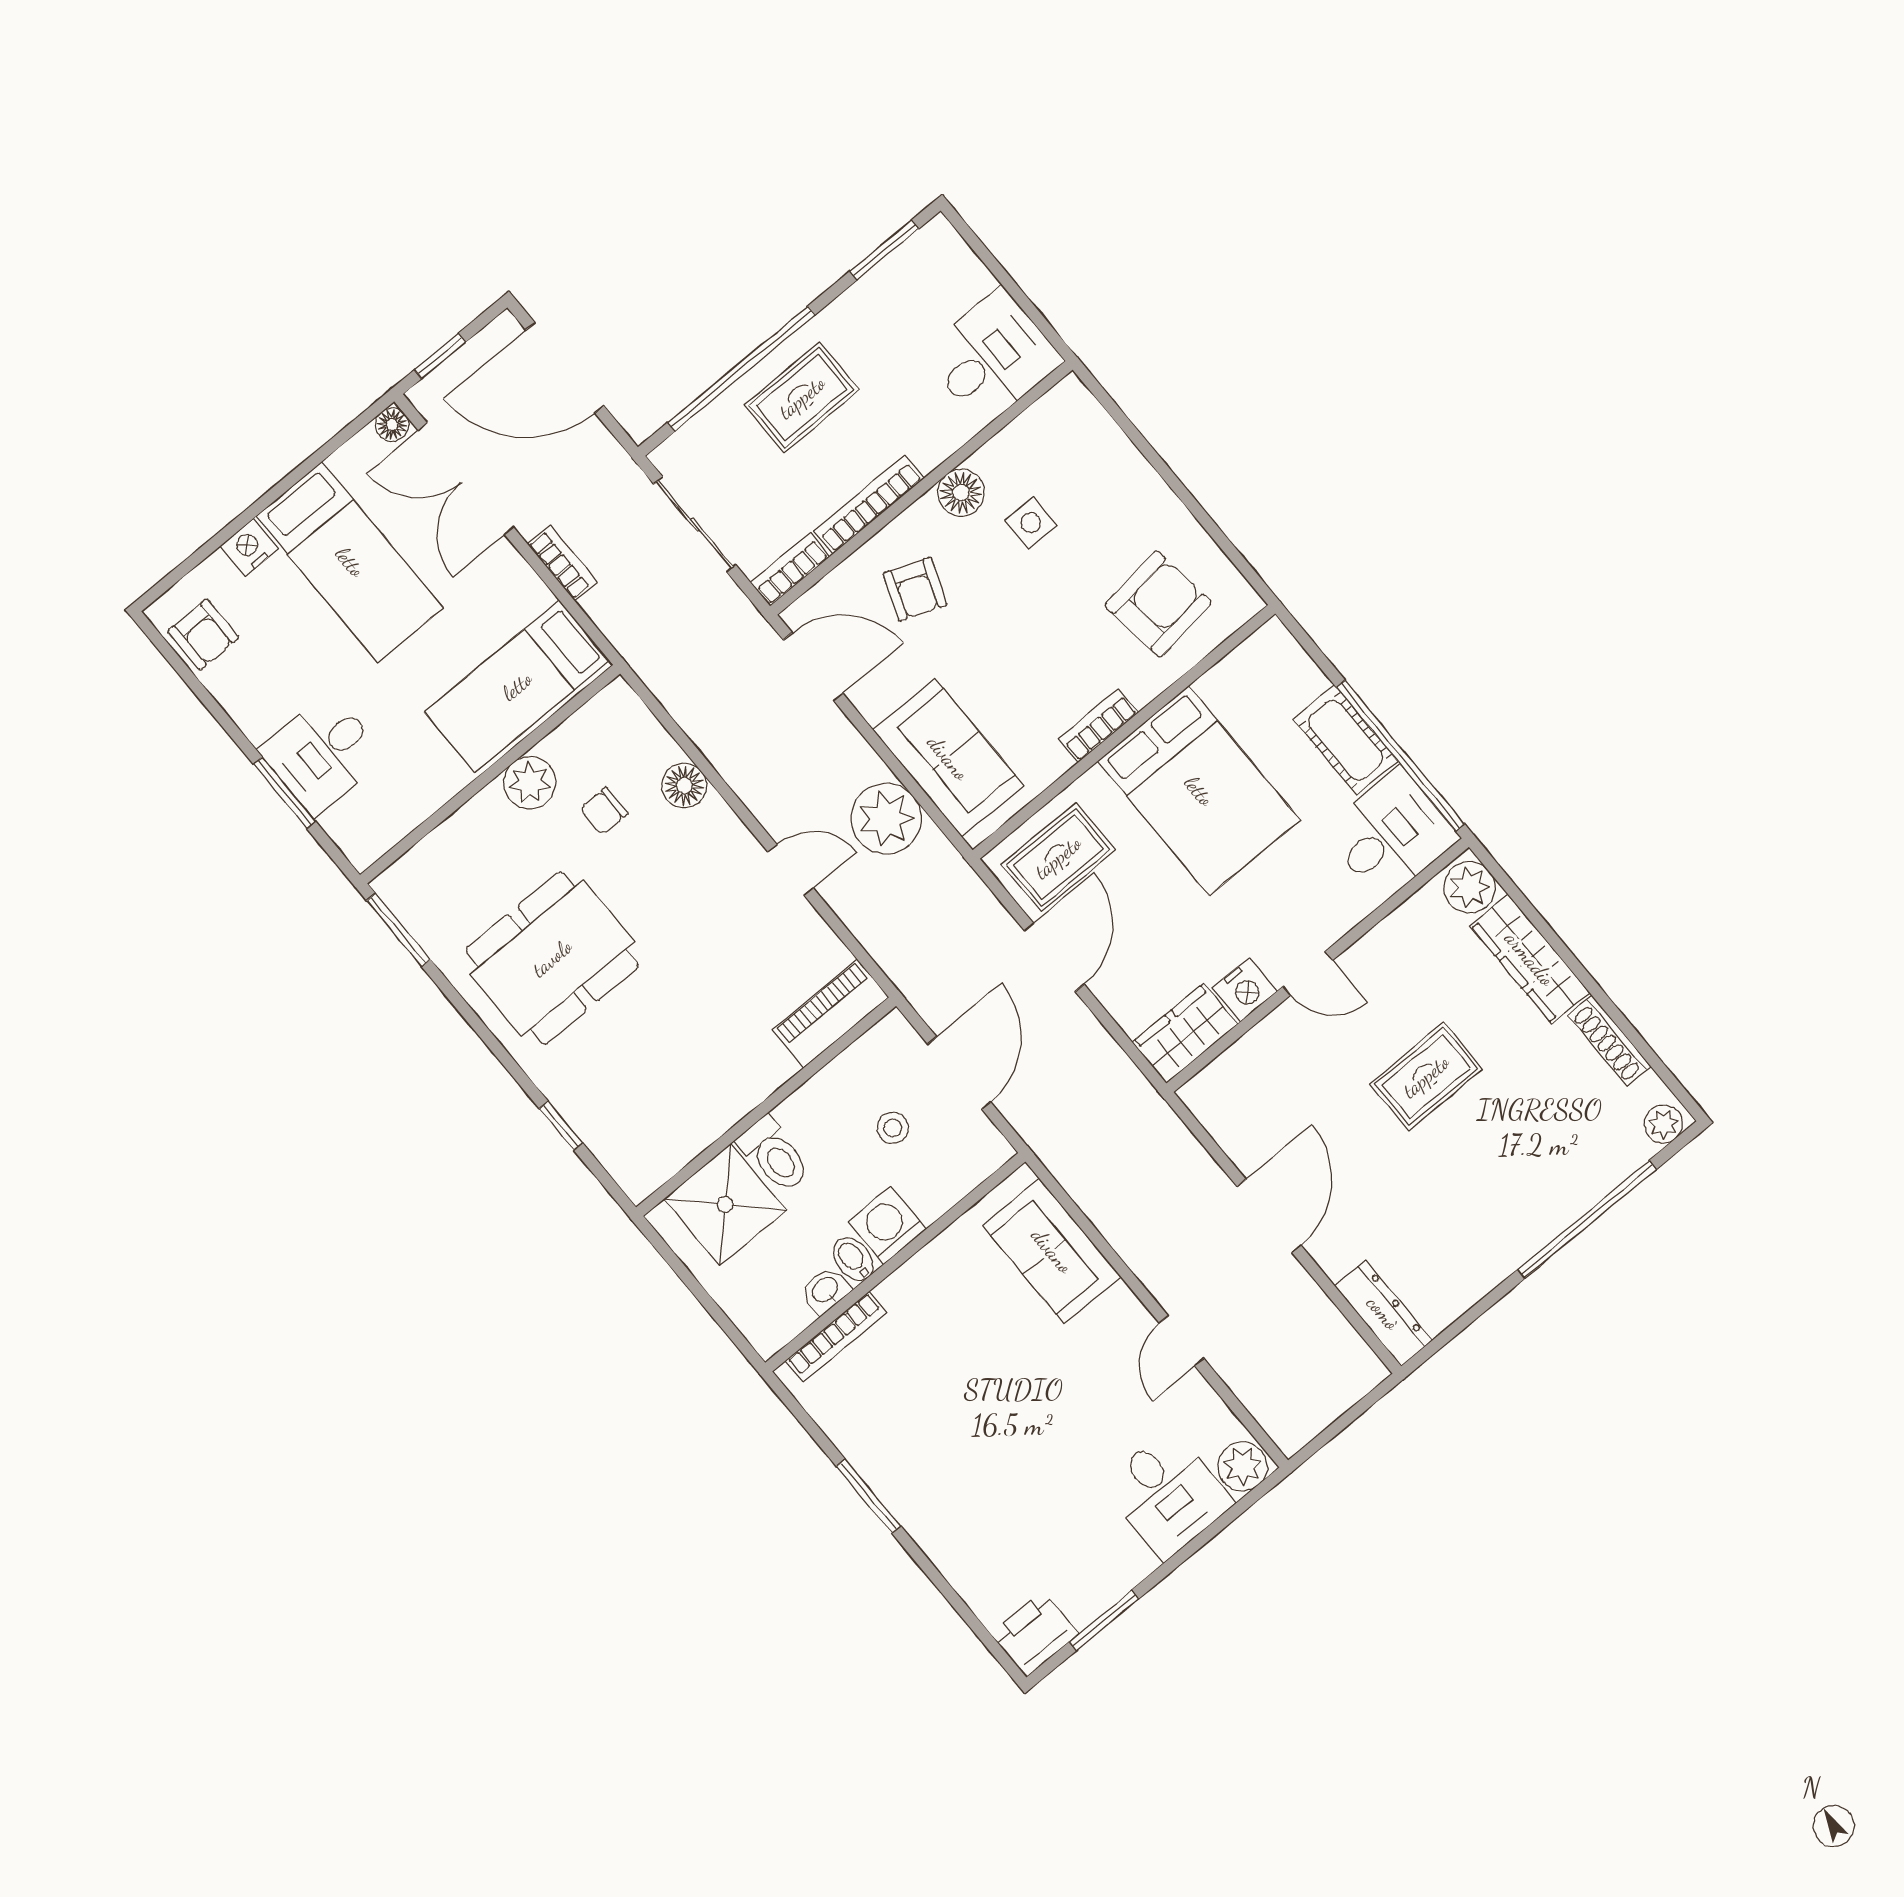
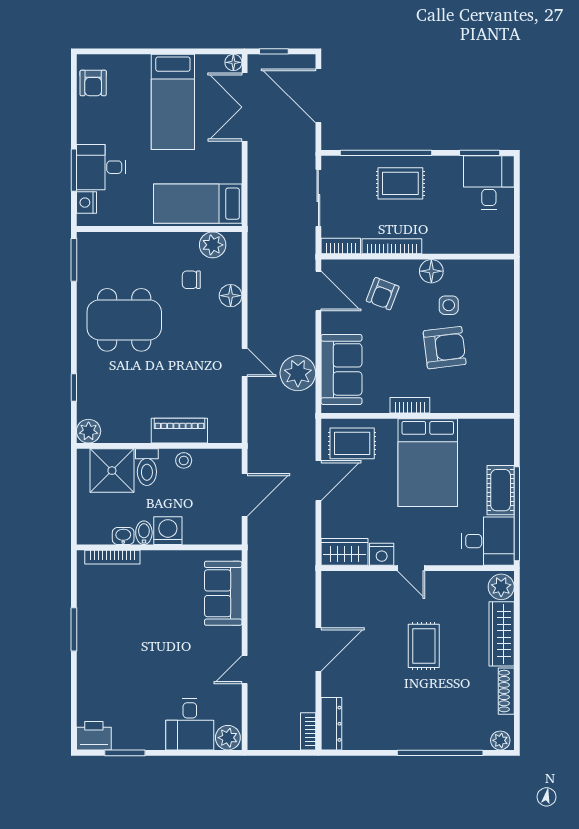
desk: (992, 357) -> (489, 183), moved, turned -90
nightstand: (249, 547) -> (86, 203), moved, turned -90
bookcase: (562, 563) -> (308, 731), moved, turned 180
armchair: (1158, 604) -> (445, 348), moved
plant: (530, 783) -> (213, 245), moved
piano: (830, 1014) -> (179, 431), moved
rug: (1426, 1076) -> (424, 646), turned 90
stool: (893, 1128) -> (184, 460), moved
plant: (639, 1174) -> (89, 431), added

